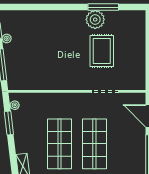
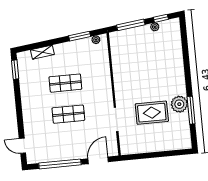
shop shelf: (60, 144) -> (65, 83), width x0.70, depth x0.74
shop shelf: (94, 144) -> (68, 114), width x0.70, depth x0.74

